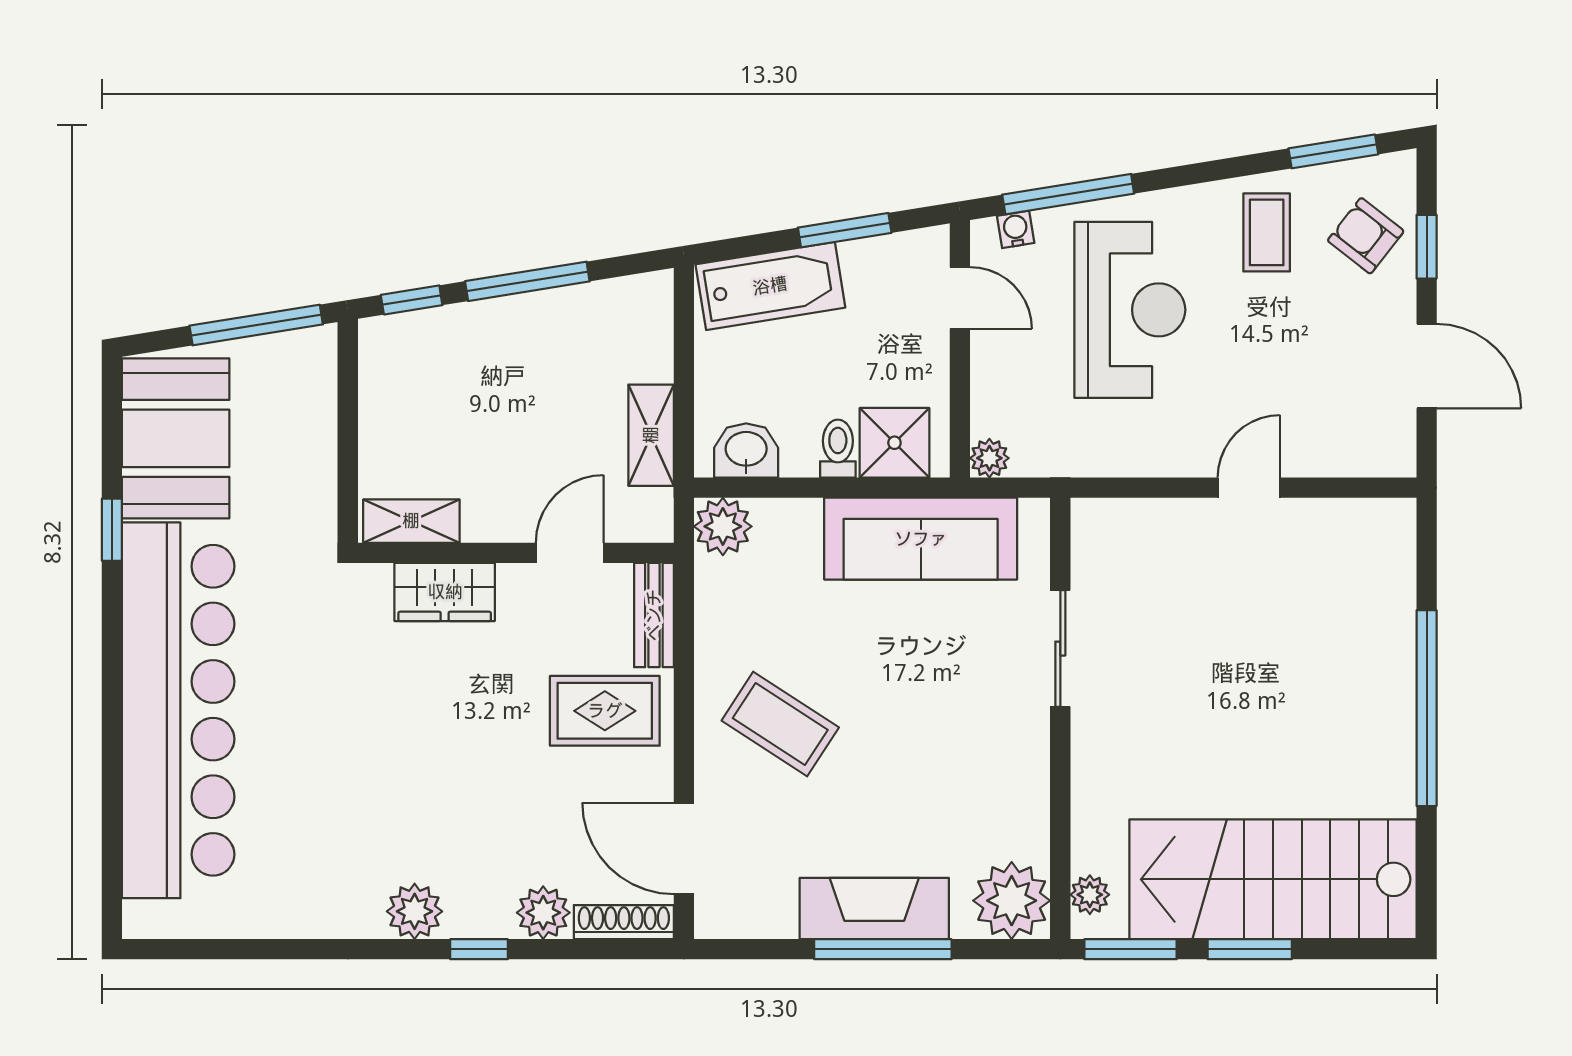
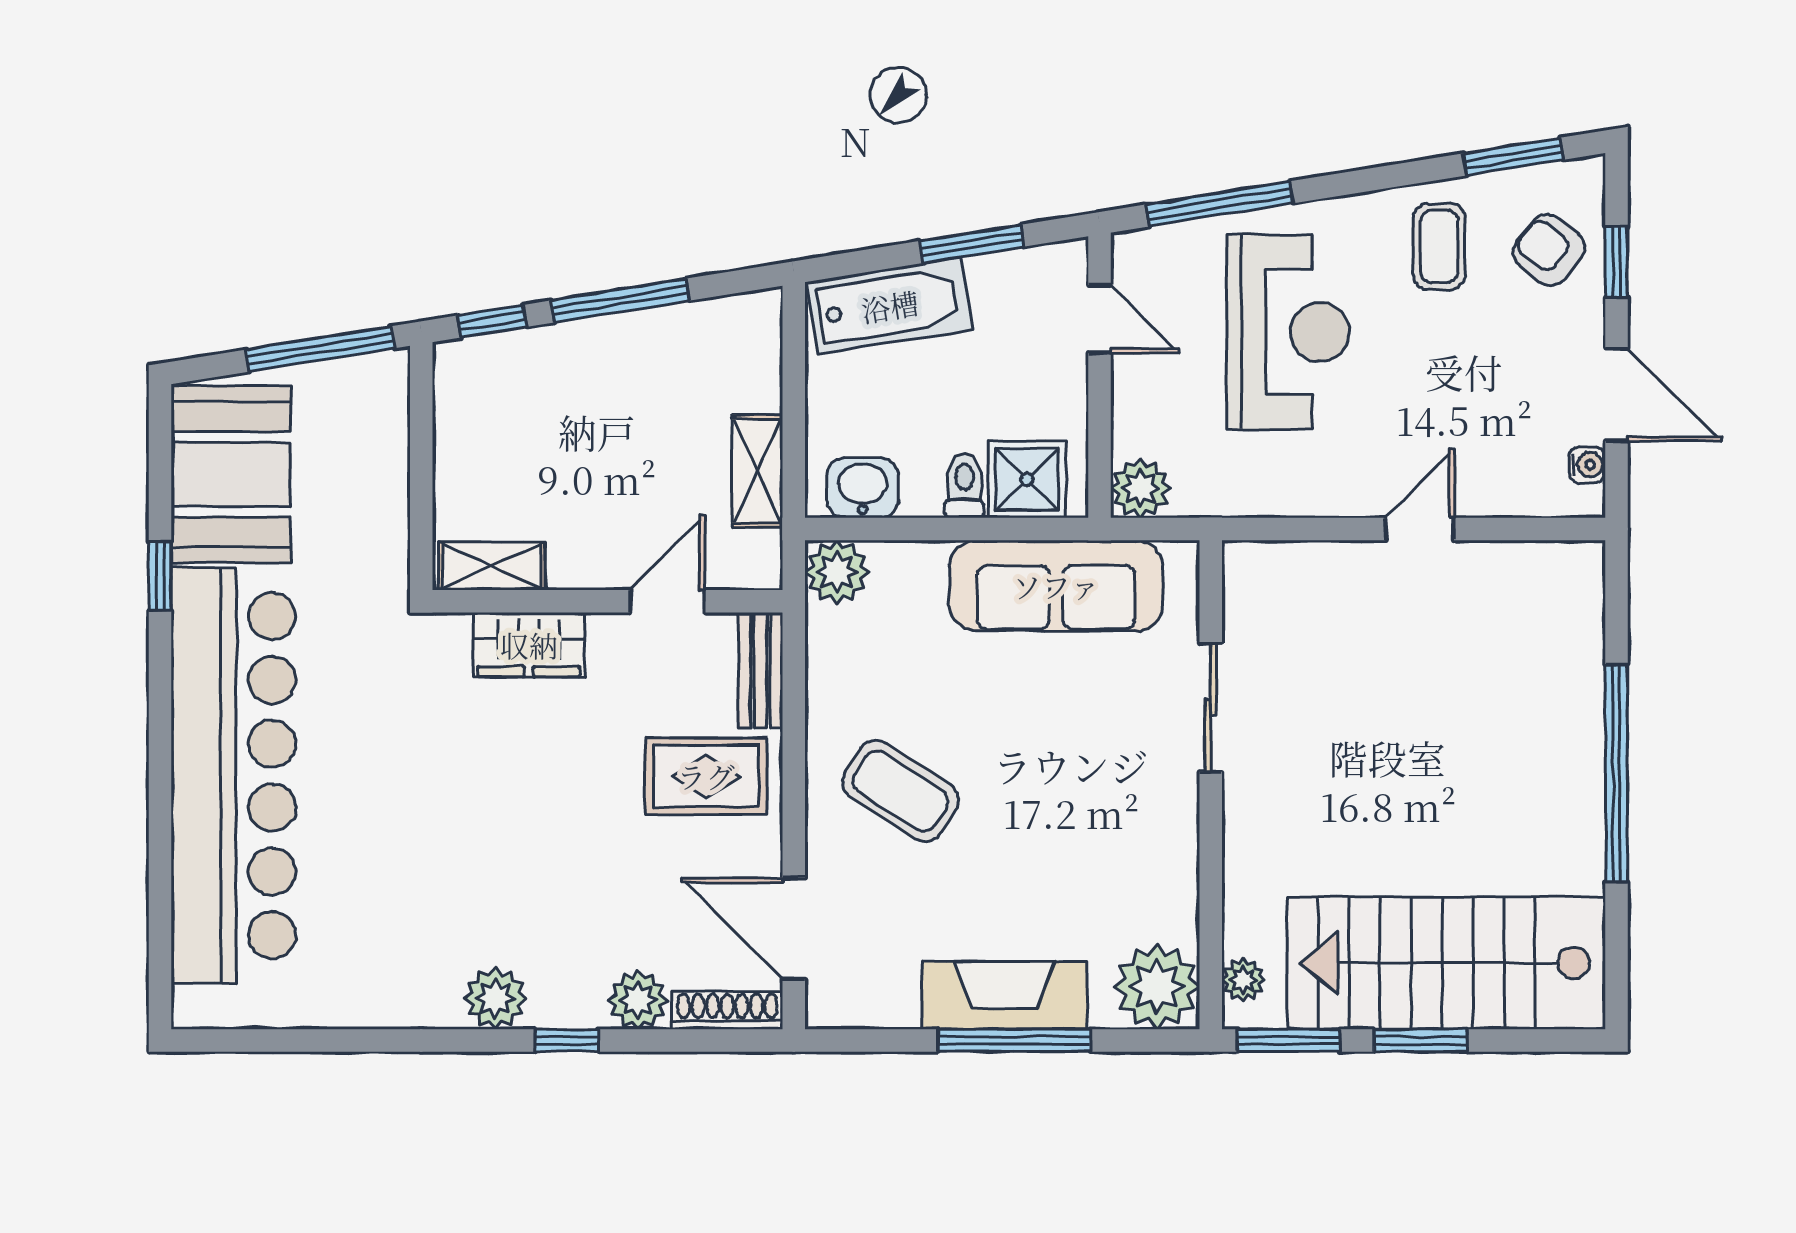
water cooler: (1016, 229) -> (1587, 465), moved, turned 99
plant: (989, 458) -> (1140, 488), width x1.38, depth x1.38

